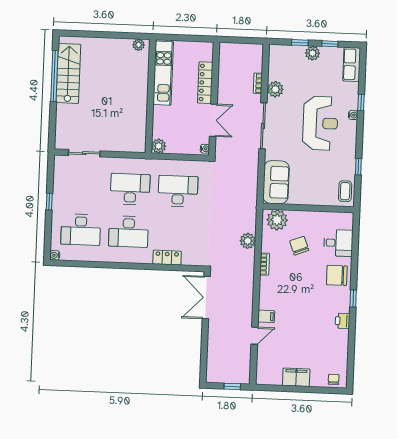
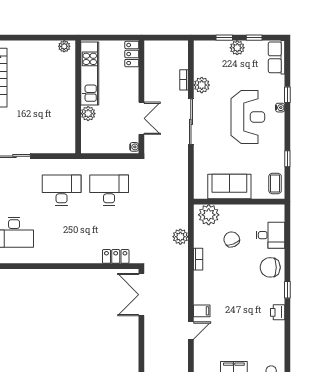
locker: (205, 83) -> (132, 54), moved, width x0.66
plant: (159, 146) -> (88, 114), moved
sofa: (276, 182) -> (229, 186), moved, turned -90
desk: (128, 232) -> (62, 232), removed
locker: (167, 258) -> (116, 256), moved

